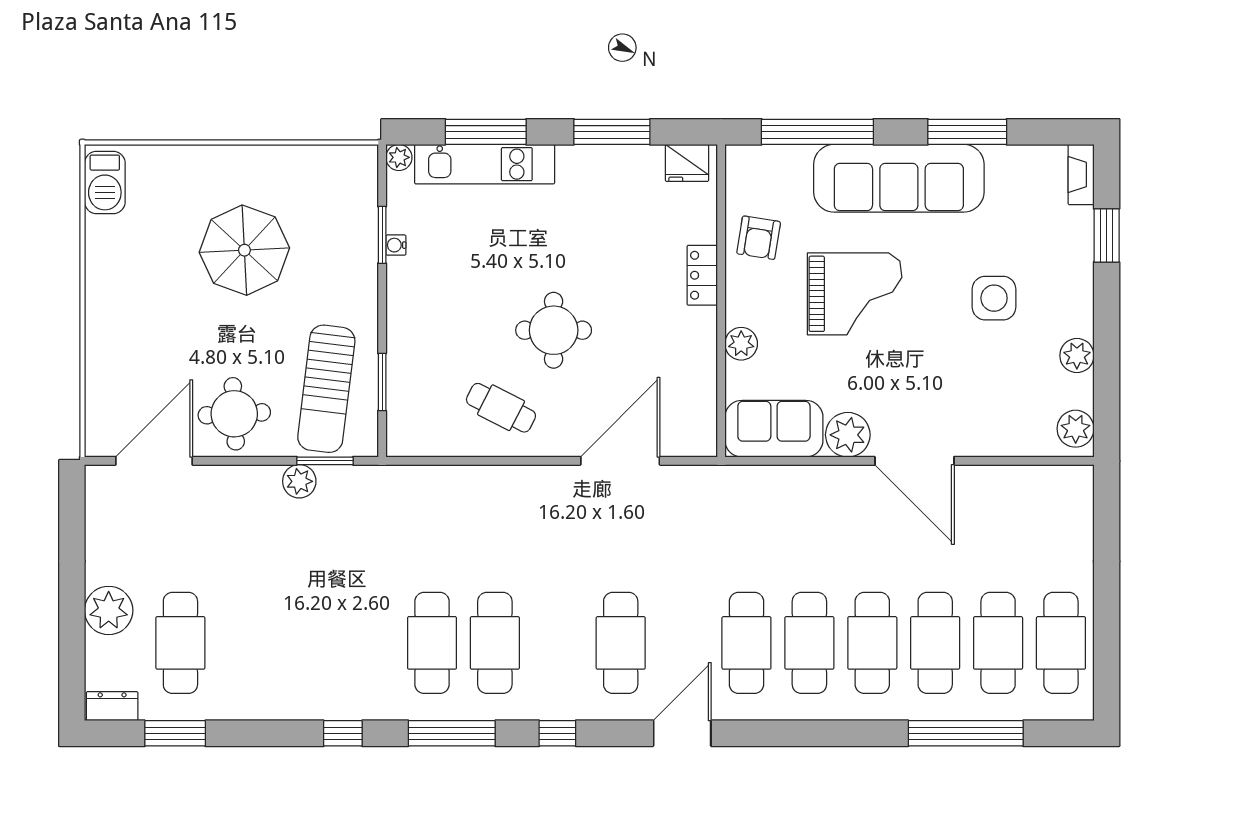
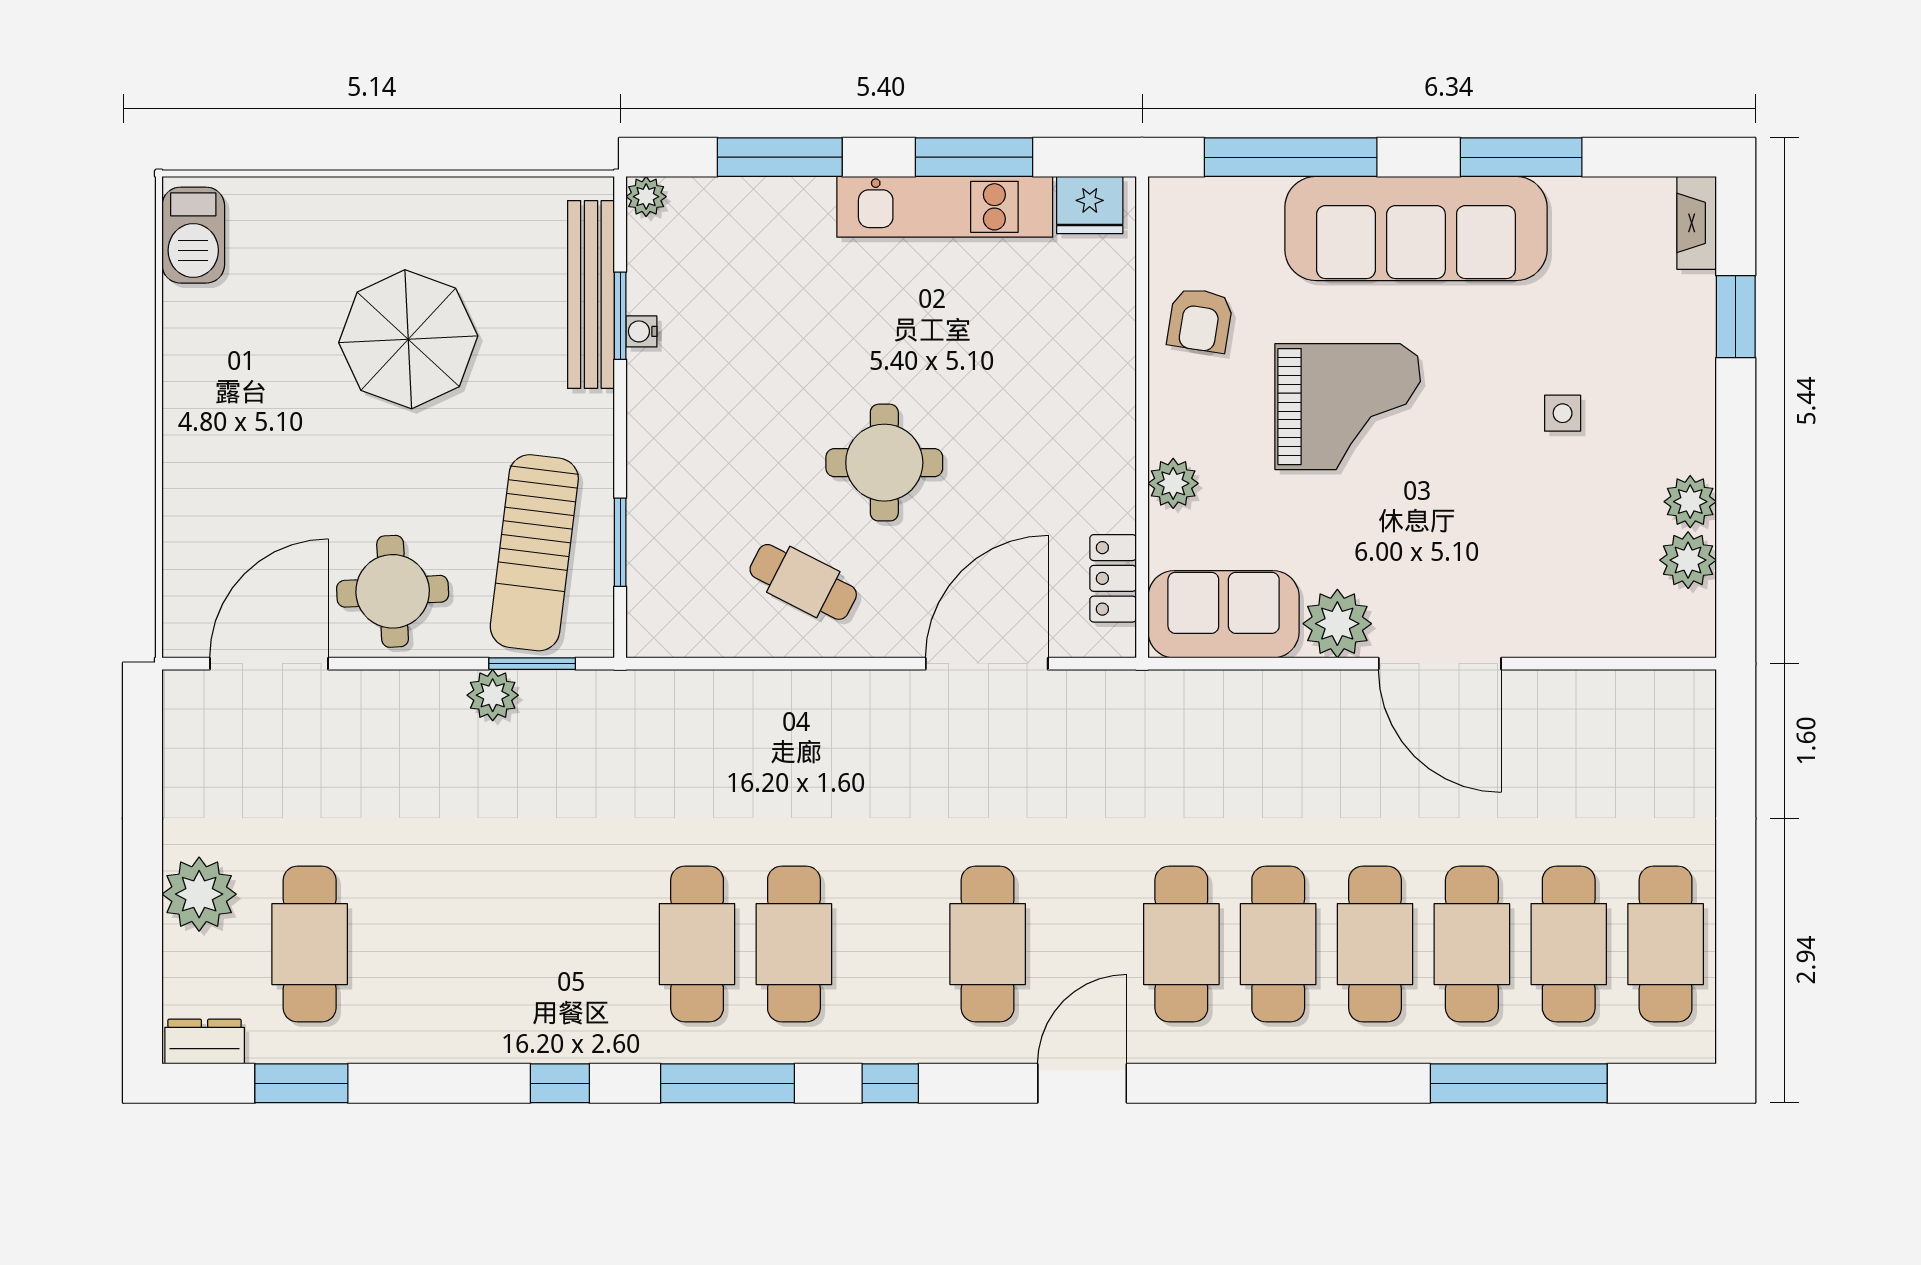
kitchen unit: (485, 164) -> (945, 207), moved
bench: (363, 221) -> (591, 294), added
locker: (702, 275) -> (1113, 578), moved
side table: (994, 298) -> (1563, 413), width x0.54, depth x0.54
plant: (1076, 429) -> (1688, 560), moved

